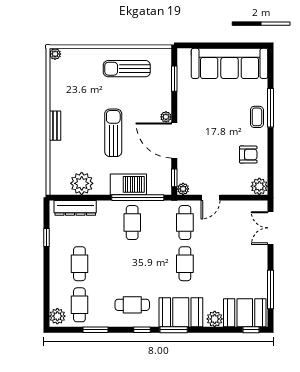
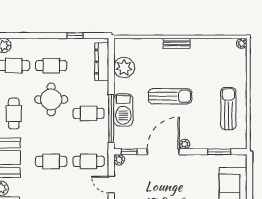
round table: (117, 264) -> (51, 99), added

